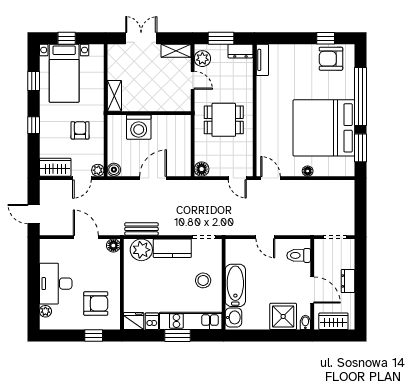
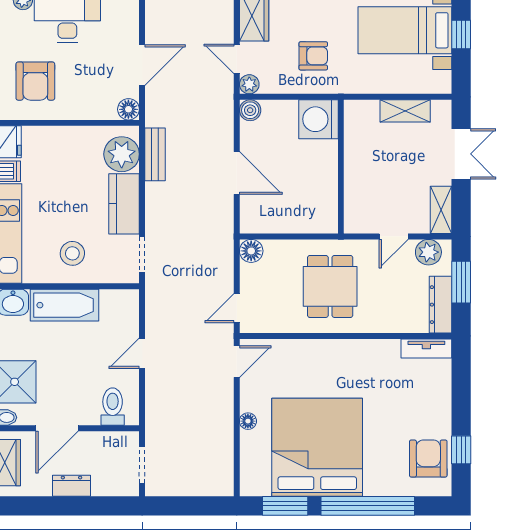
dresser: (240, 51) -> (441, 305), width x1.44
shelving: (114, 96) -> (405, 111), moved
washing machine: (139, 127) -> (319, 119), moved

